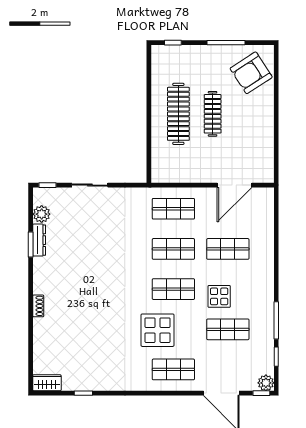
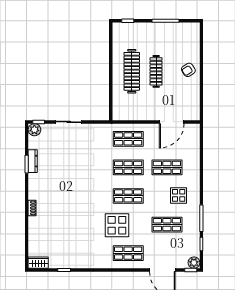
armchair: (251, 73) -> (188, 70), moved, width x0.53, depth x0.53
plant: (42, 214) -> (34, 130), moved
display table: (219, 296) -> (179, 195), moved

